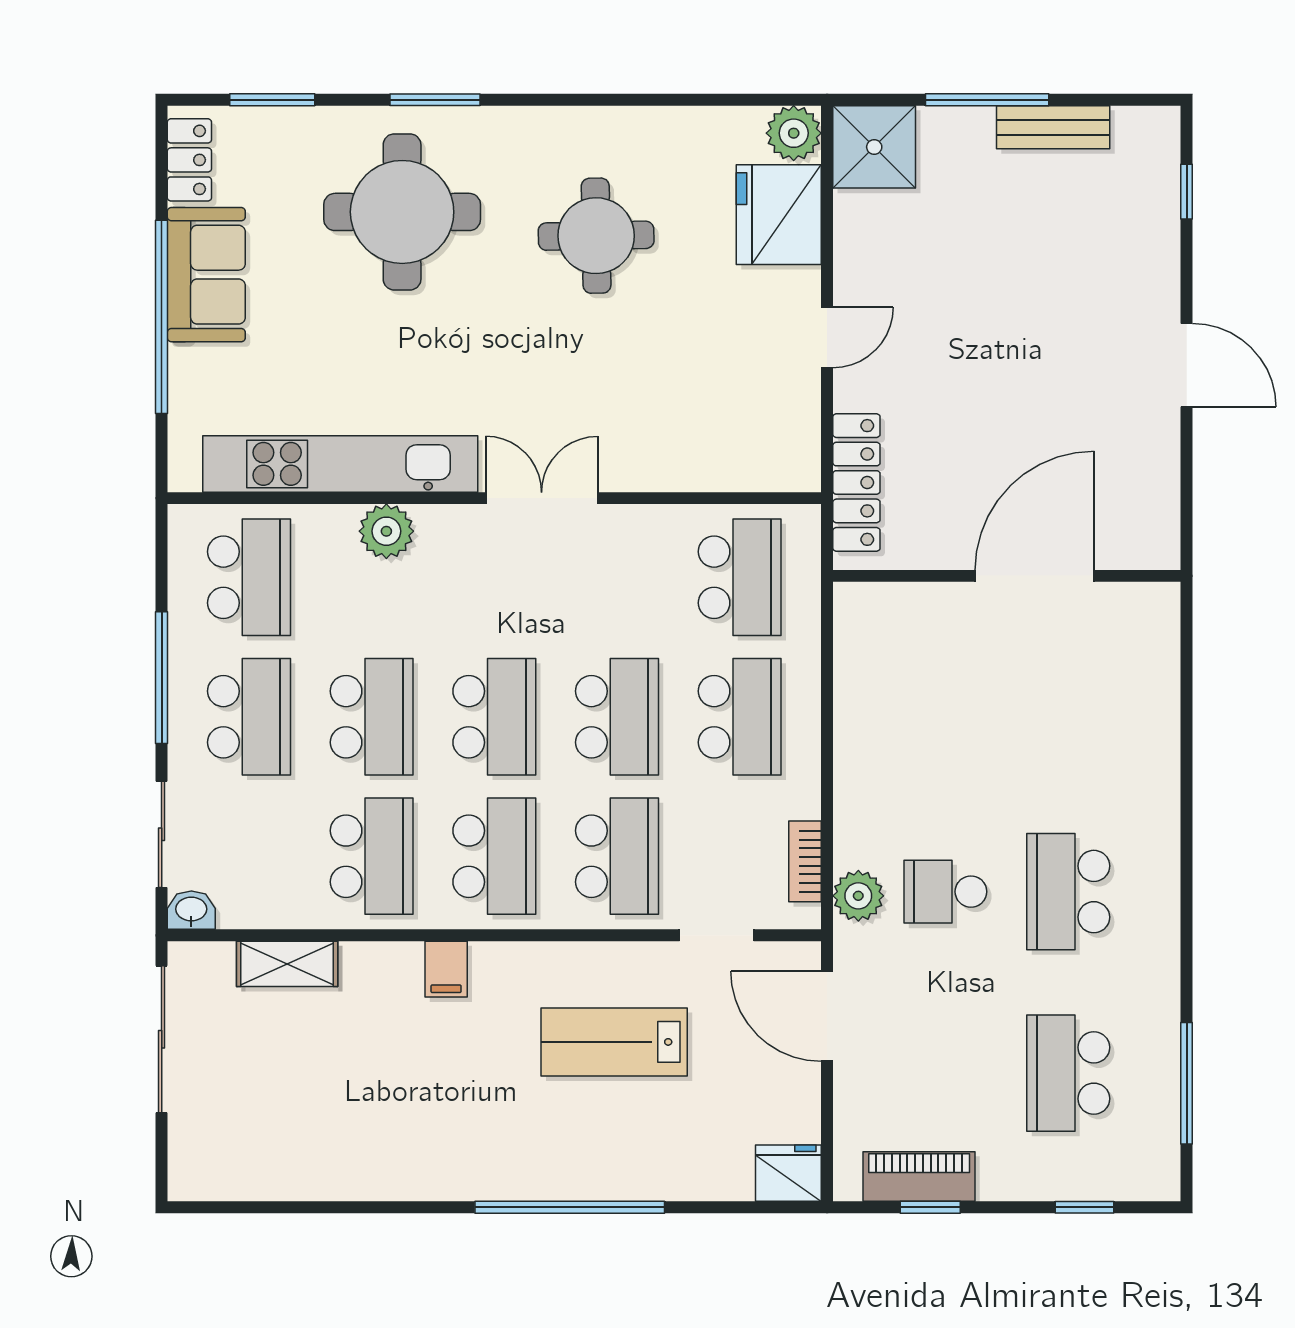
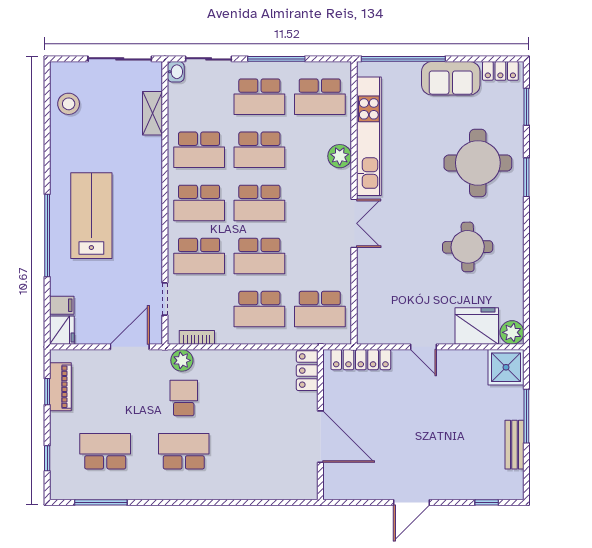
window: (162, 317) -> (403, 59), moved
locker: (882, 606) -> (307, 371), added
filing cabinet: (446, 969) -> (62, 305), moved, turned 180
lab bench: (614, 1042) -> (91, 216), moved, width x1.36, depth x1.39
stool: (265, 1158) -> (69, 104), added

